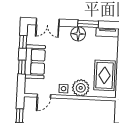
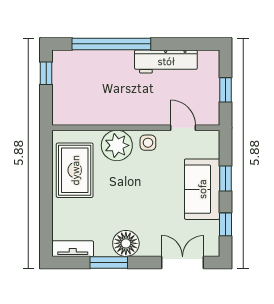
door: (44, 96) -> (183, 128), hinge flipped

